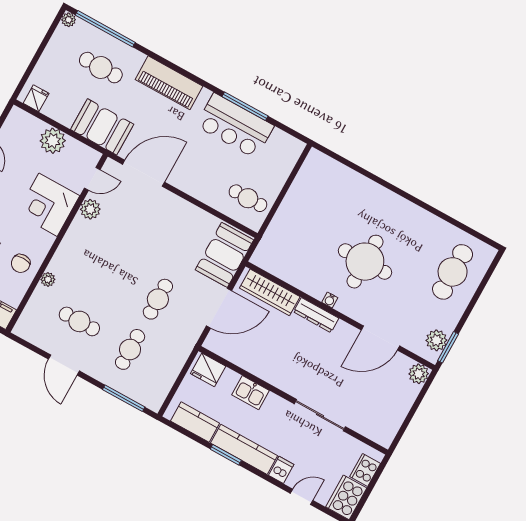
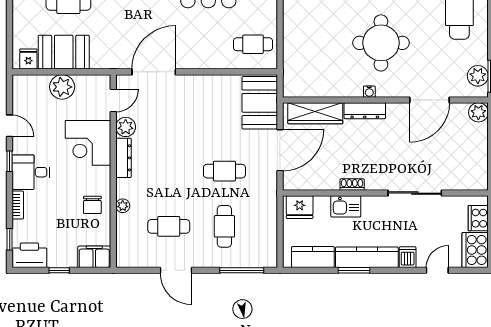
booth: (102, 127) -> (64, 52), moved
dresser: (73, 236) -> (124, 158), added
cafe table: (158, 299) -> (224, 171), turned 90
shoe rack: (267, 376) -> (352, 185), added

